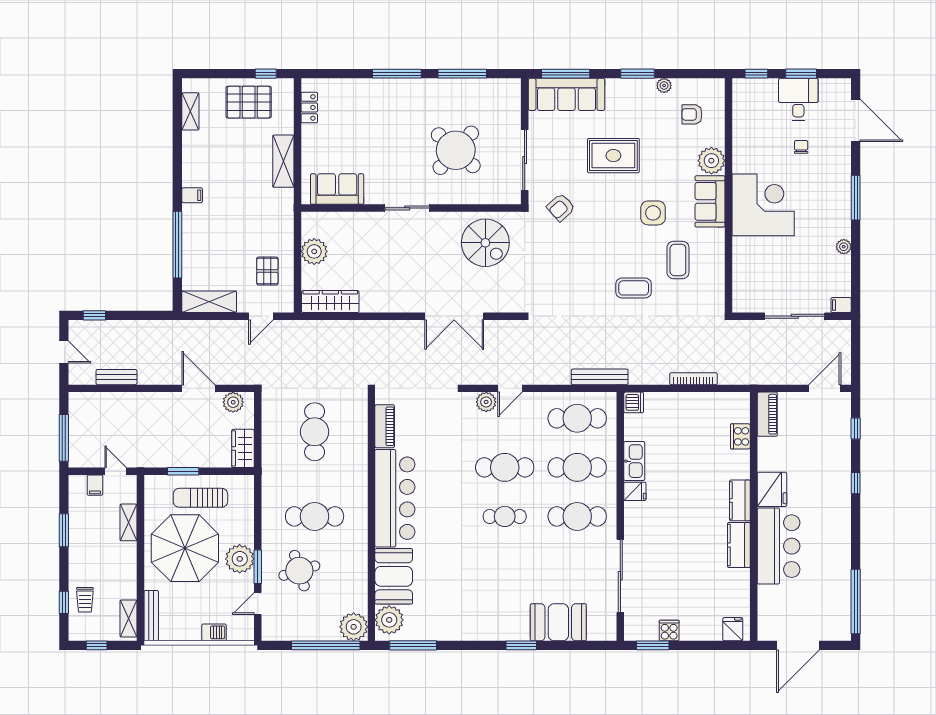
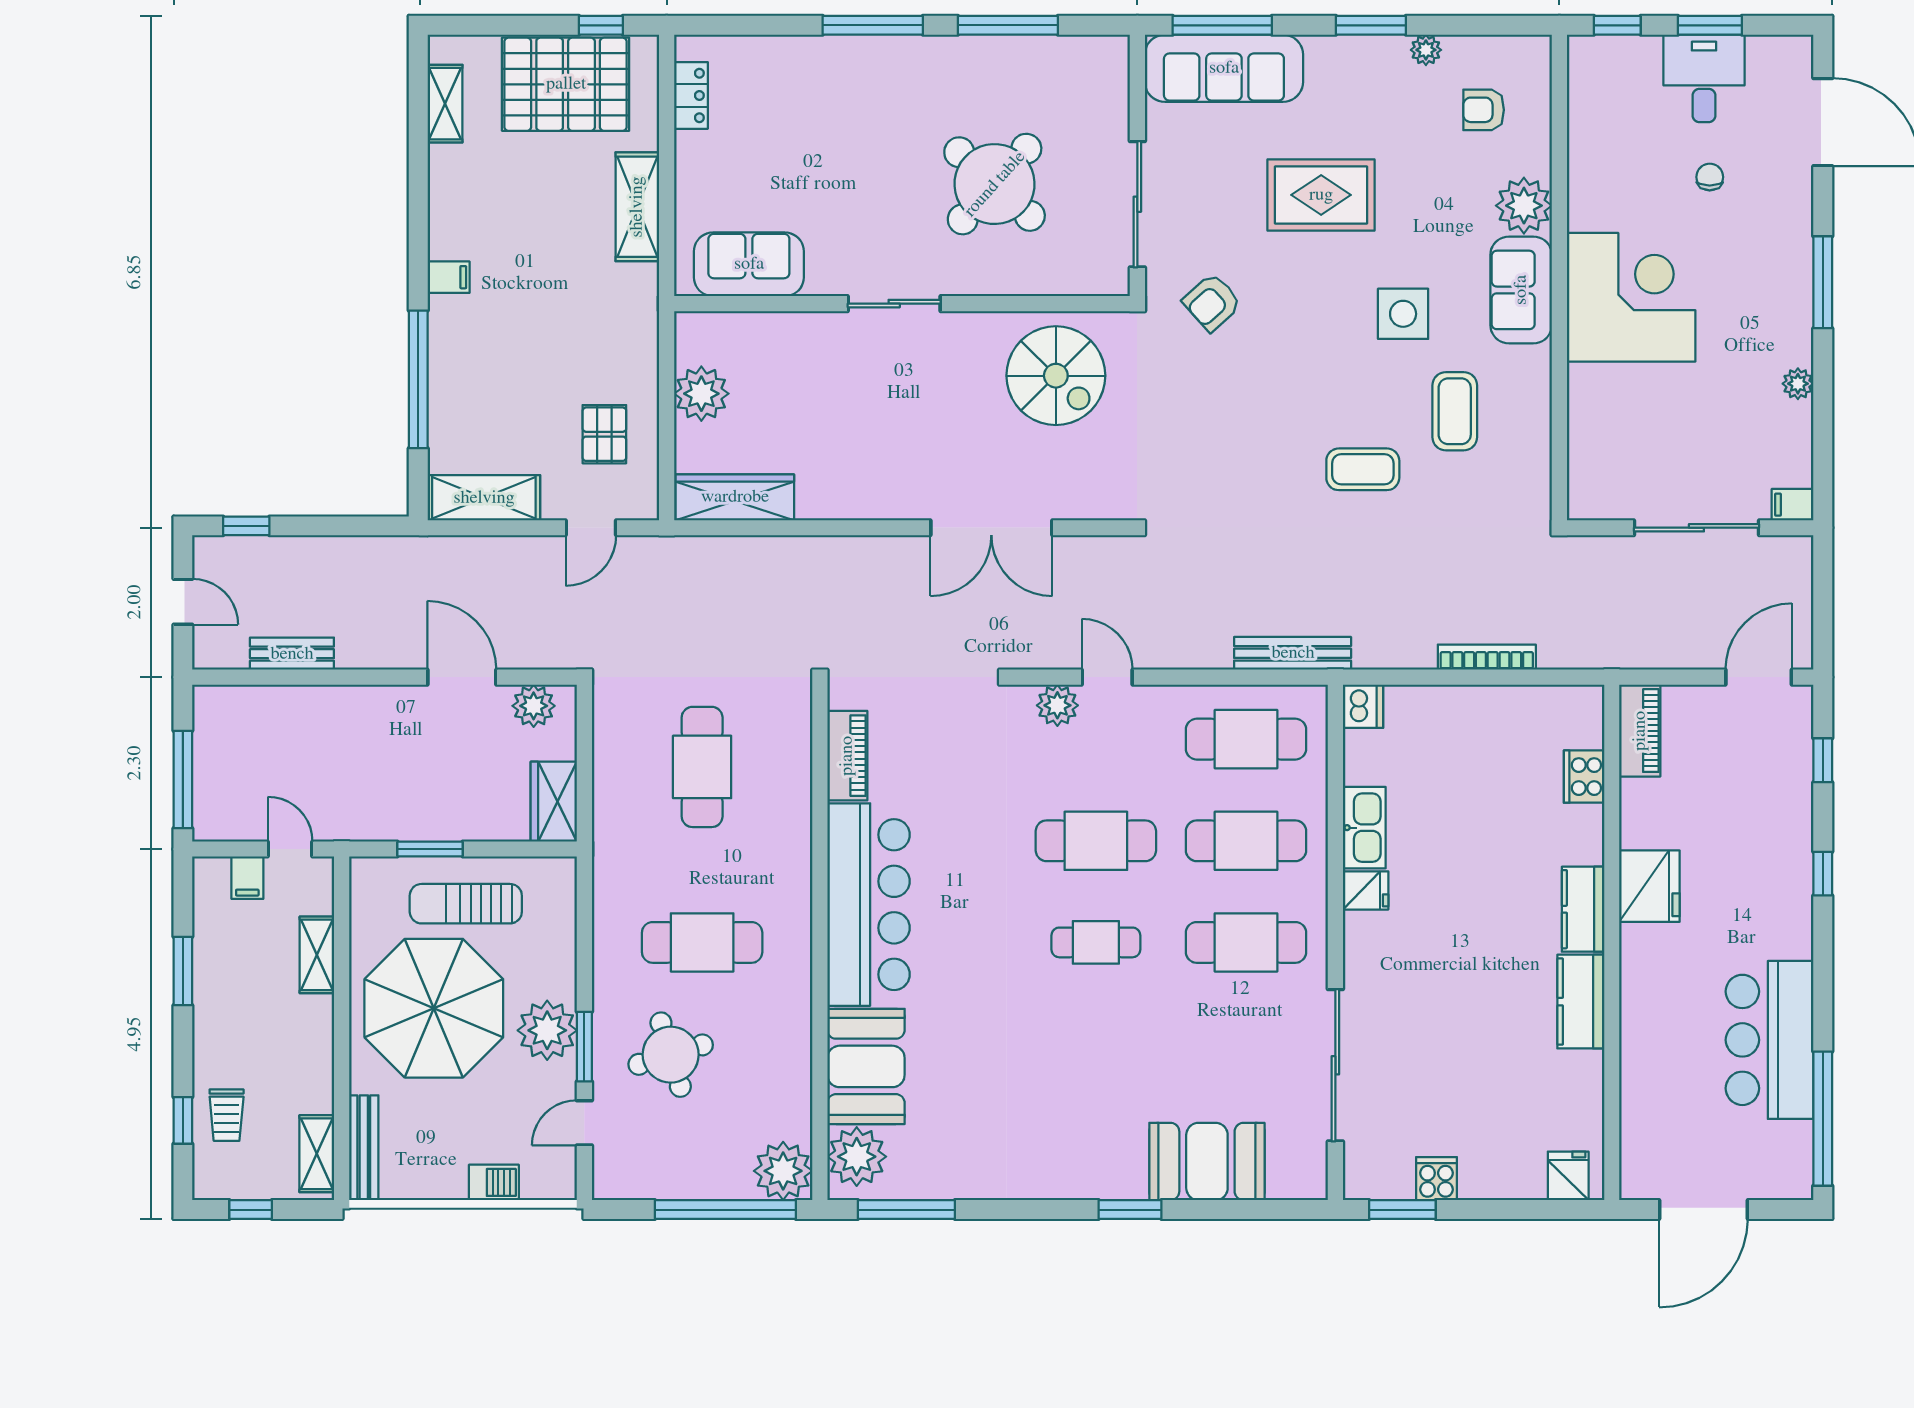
pallet: (249, 102) -> (566, 84), width x1.37, depth x1.41
door: (510, 388) -> (1107, 677), swing flipped
bar counter: (779, 546) -> (1770, 1040), moved, turned 180

